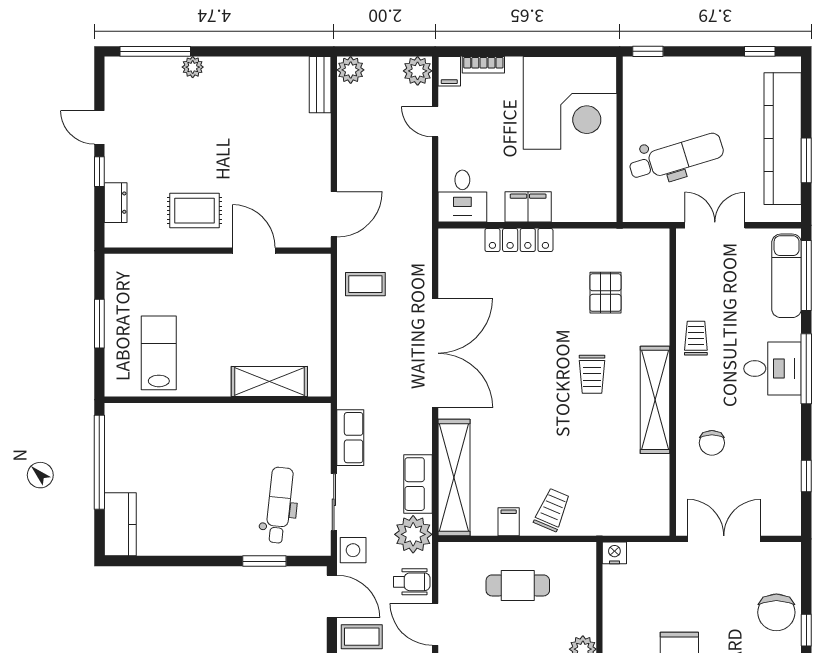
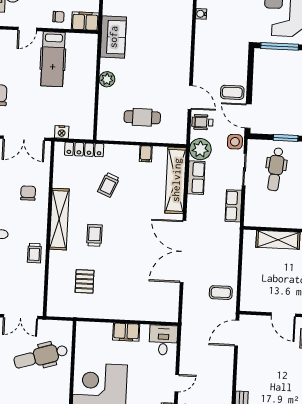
door: (435, 122) -> (177, 383), hinge flipped
locker: (519, 240) -> (84, 149), moved, turned 180
trolley: (552, 510) -> (108, 185), moved
nightstand: (614, 553) -> (62, 132), moved

